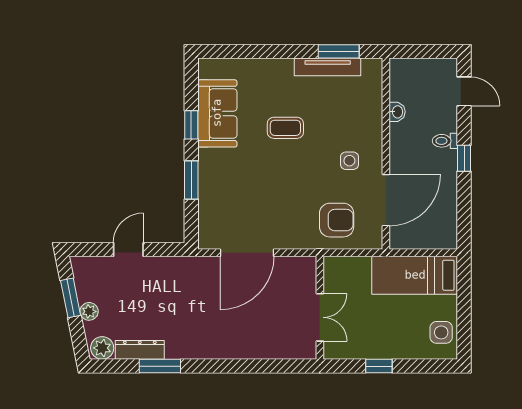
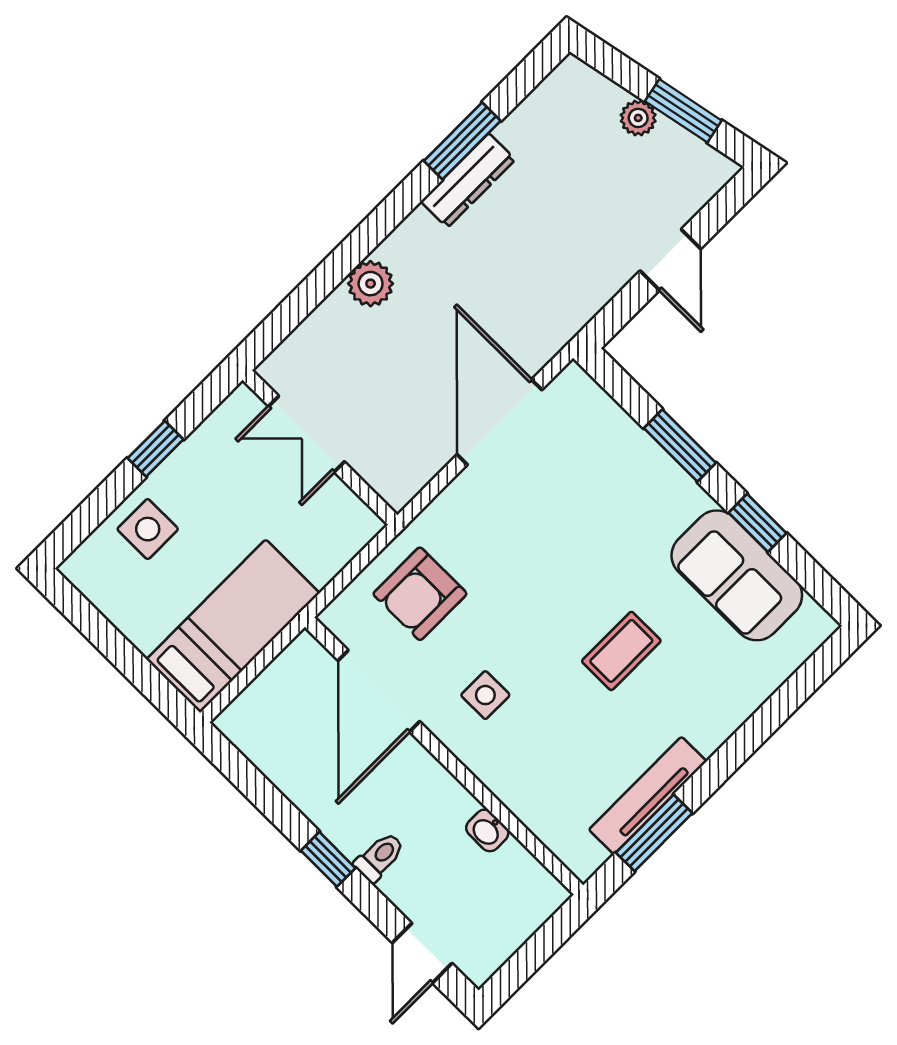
door: (464, 91) -> (422, 953), hinge flipped
side table: (441, 332) -> (148, 529), moved
plant: (102, 348) -> (371, 284), moved
dresser: (140, 350) -> (468, 181), moved

